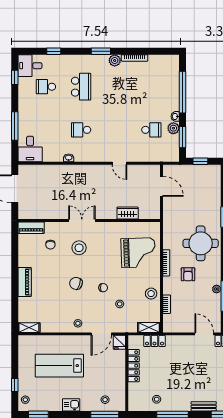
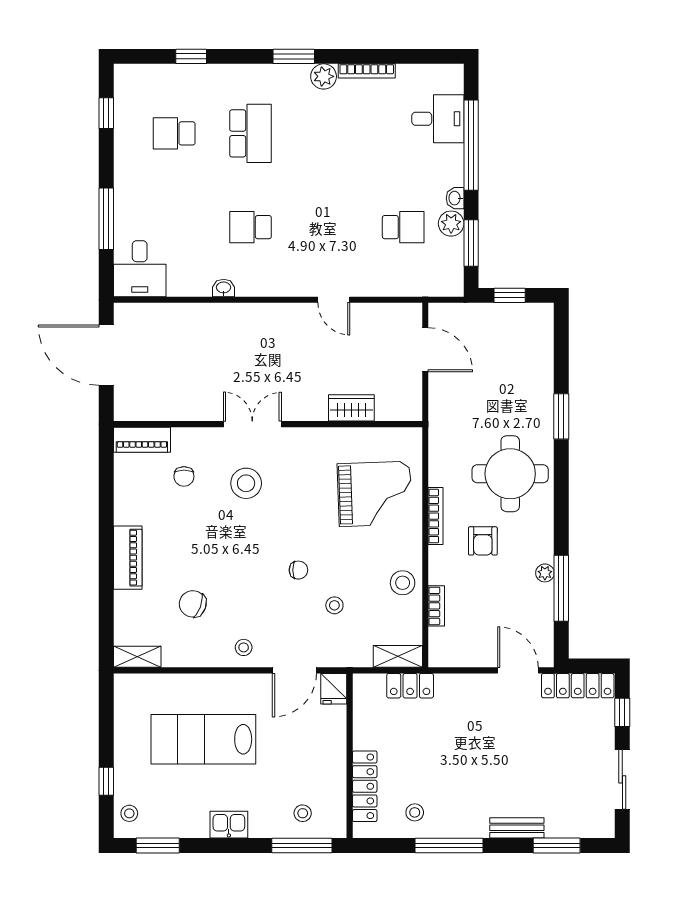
desk: (30, 66) -> (438, 119), moved, turned 180
chair: (76, 283) -> (193, 604), moved
locker: (134, 366) -> (365, 786), moved

